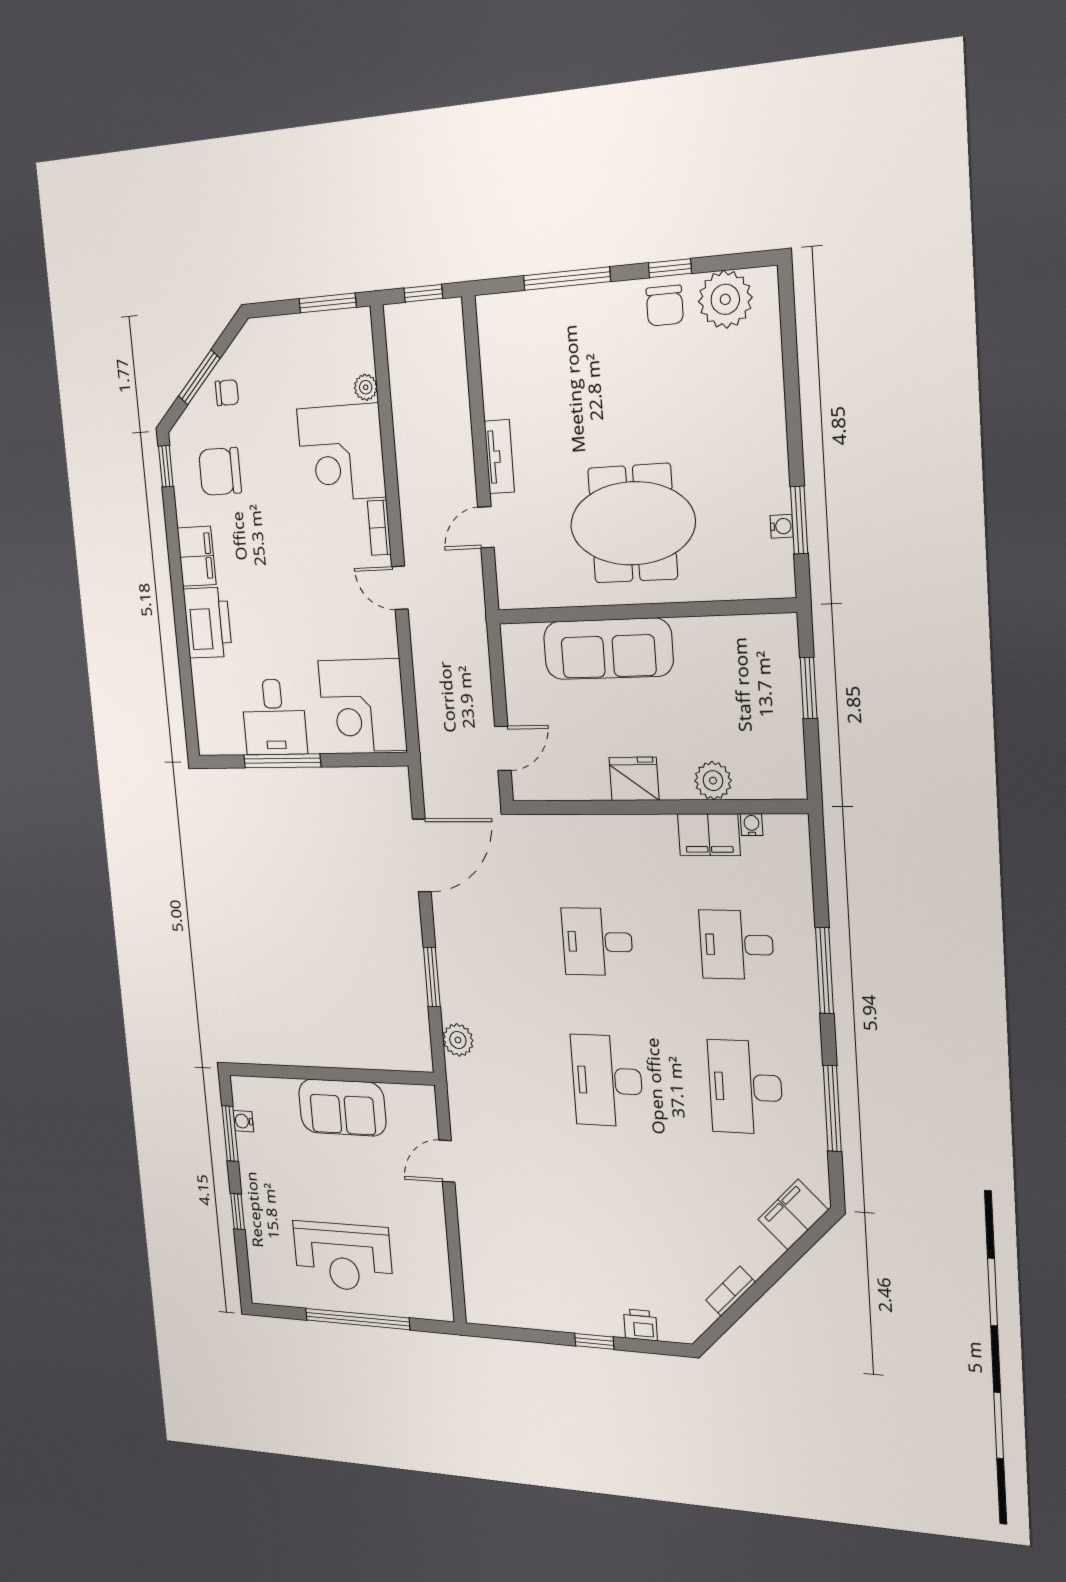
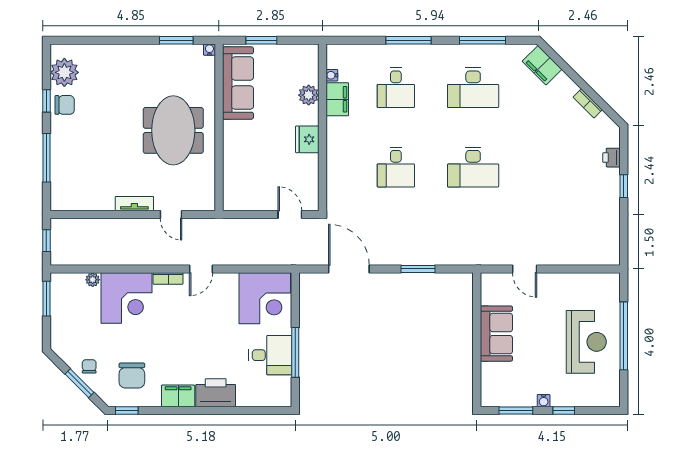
water cooler: (782, 526) -> (209, 50), moved
sofa: (608, 649) -> (238, 83), moved
plant: (458, 1040) -> (454, 256), removed
water cooler: (243, 1121) -> (544, 401), moved

